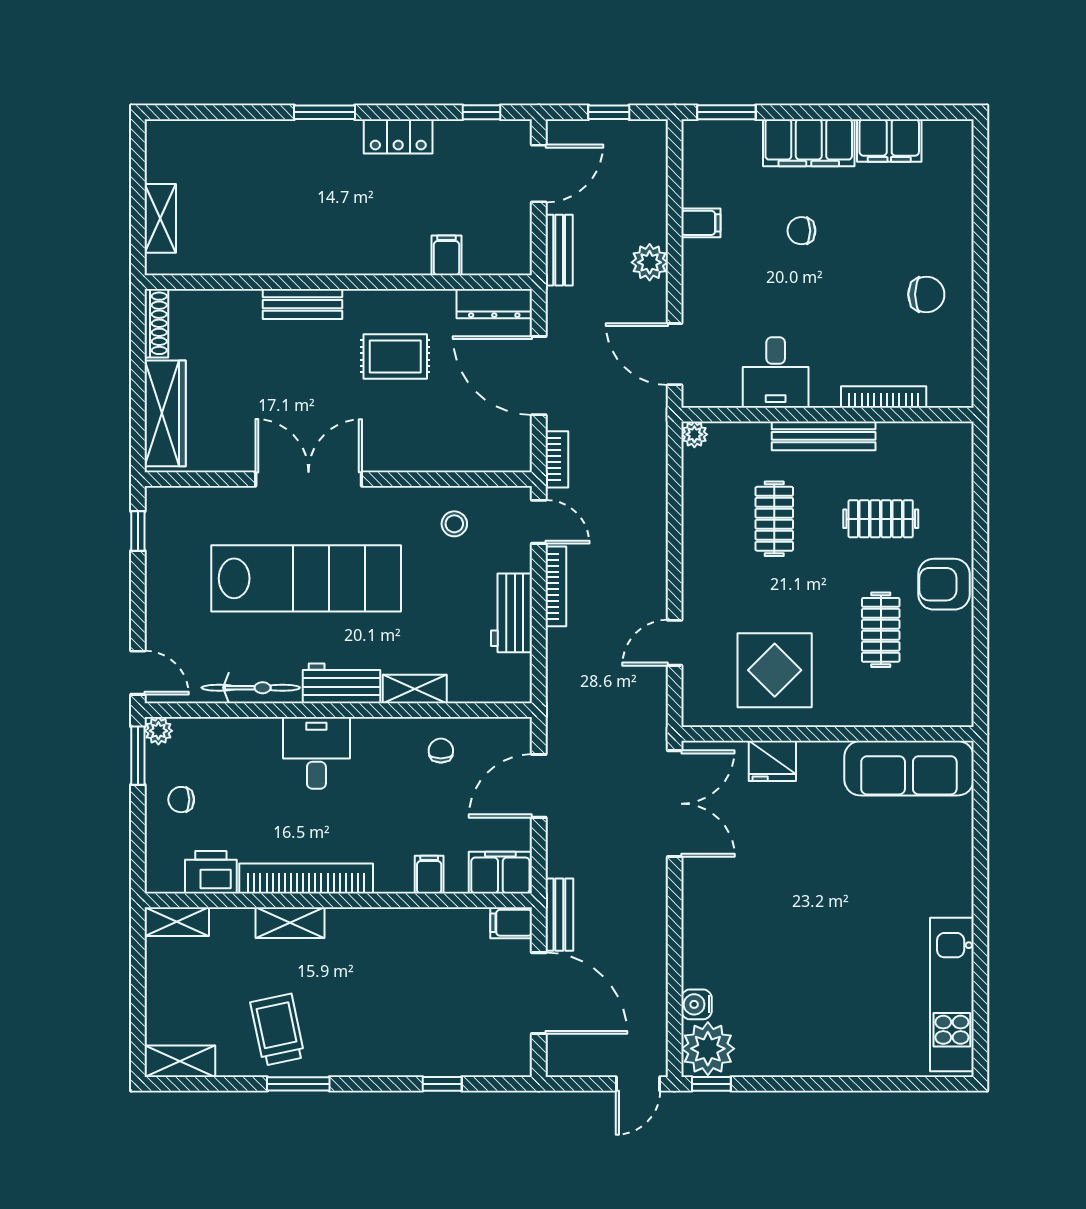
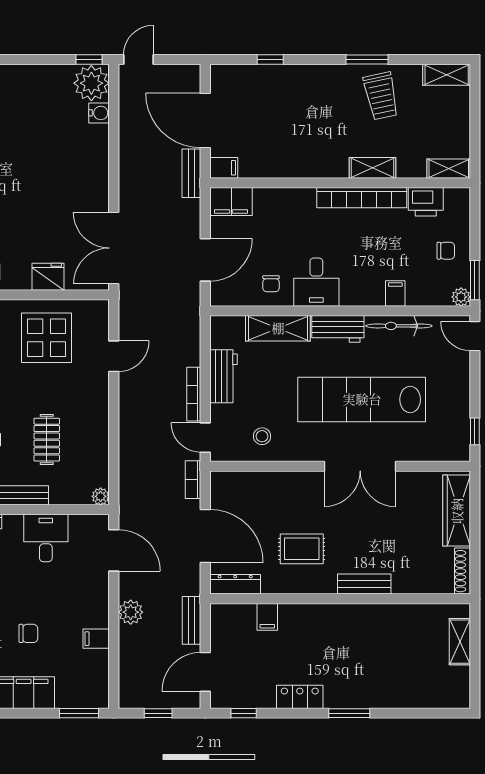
shelving: (415, 689) -> (278, 328), width x1.50, depth x1.33
desk: (316, 753) -> (316, 282), moved
filing cabinet: (429, 875) -> (395, 293), moved, turned 180

